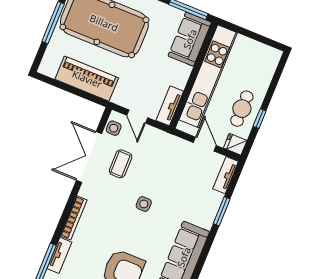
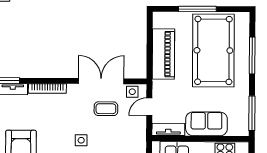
sofa: (190, 39) -> (206, 124), moved

